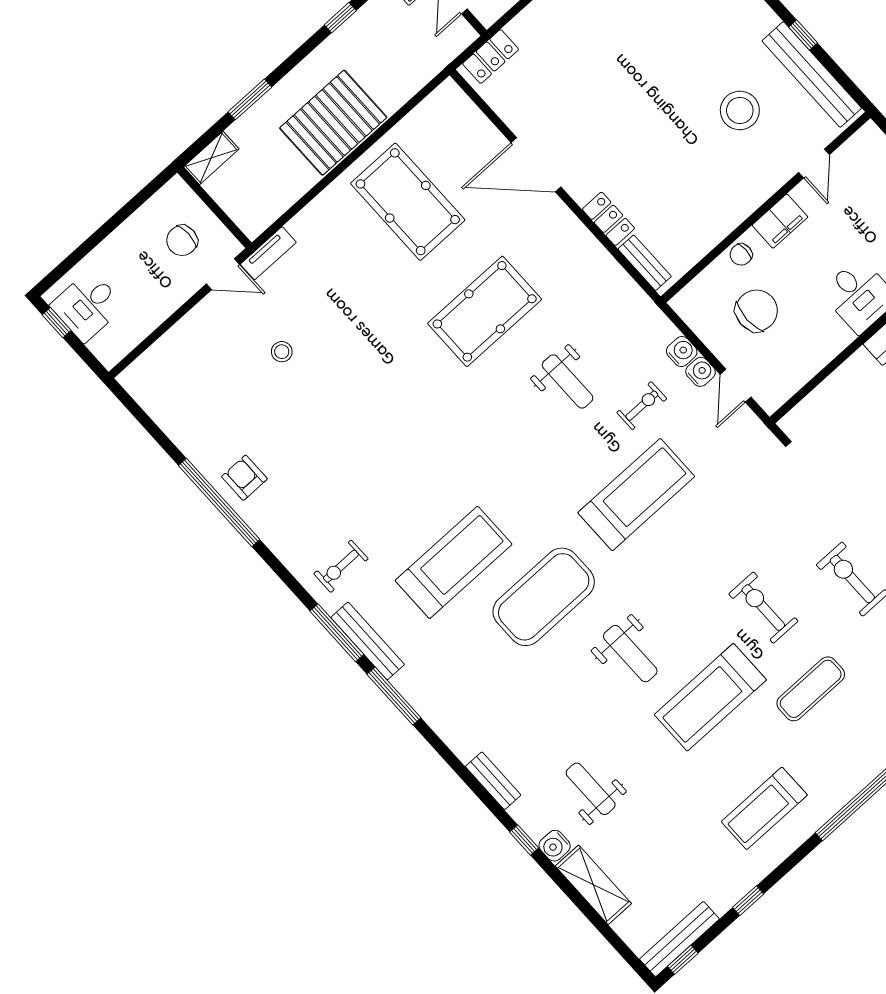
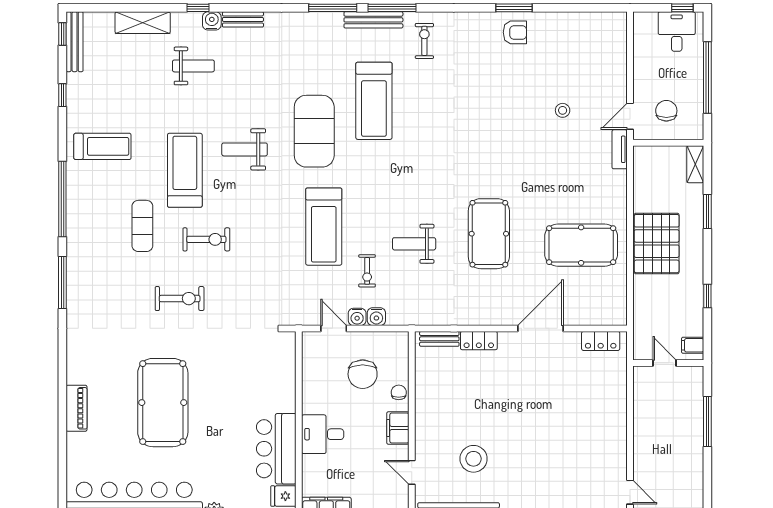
locker: (491, 57) -> (601, 341), moved, turned -90
window: (107, 229) -> (707, 77), added
window: (219, 502) -> (514, 8), width x0.47
treadmill: (764, 808) -> (102, 146), turned 90
water cooler: (555, 846) -> (212, 21), moved

